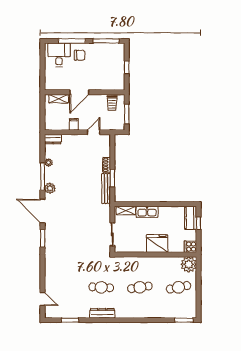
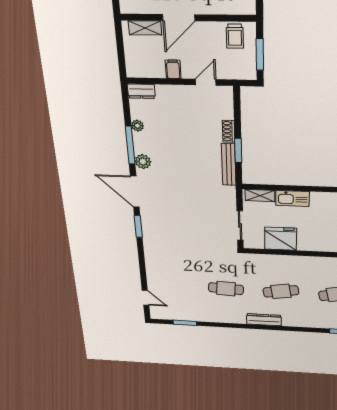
fridge: (157, 243) -> (281, 239), moved
dresser: (102, 313) -> (264, 320), moved

